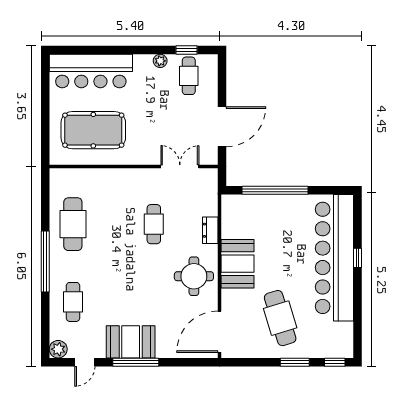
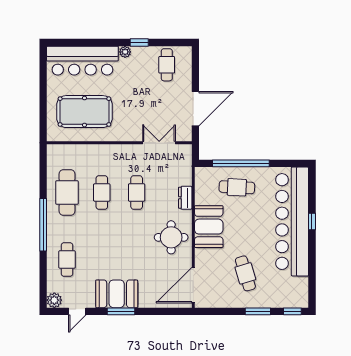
window: (187, 50) -> (139, 42), moved
plant: (160, 61) -> (125, 52), moved
cafe table: (270, 218) -> (237, 187), added
cafe table: (113, 224) -> (102, 192), added
cafe table: (280, 318) -> (245, 273), width x0.73, depth x0.74
window: (136, 362) -> (121, 311), width x0.69

